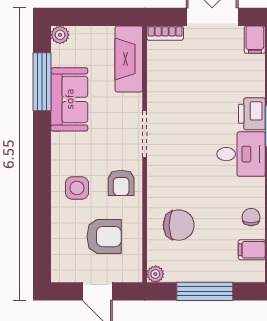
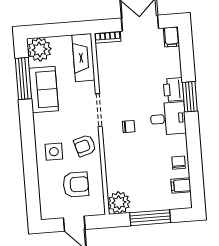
plant: (60, 35) -> (39, 50), width x1.87, depth x1.87
armchair: (121, 183) -> (85, 146), turned 74
chair: (179, 225) -> (129, 126), moved, width x0.54, depth x0.54
plant: (155, 274) -> (119, 203), width x1.87, depth x1.87

